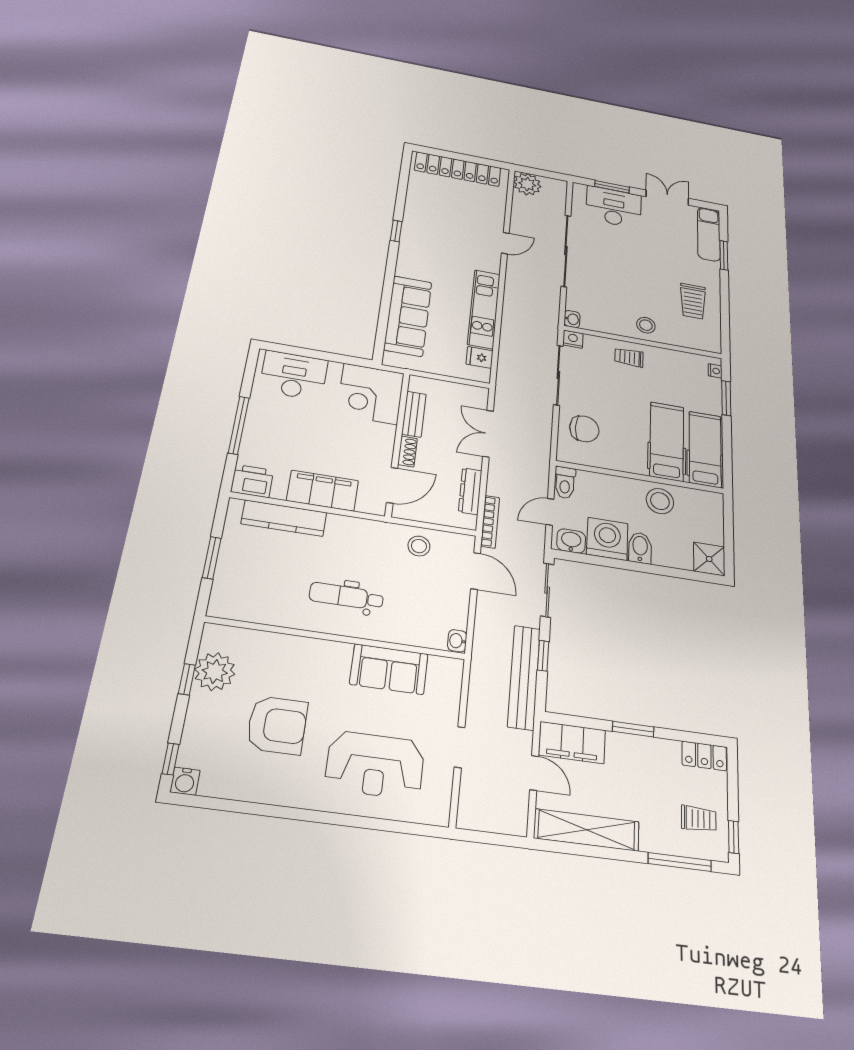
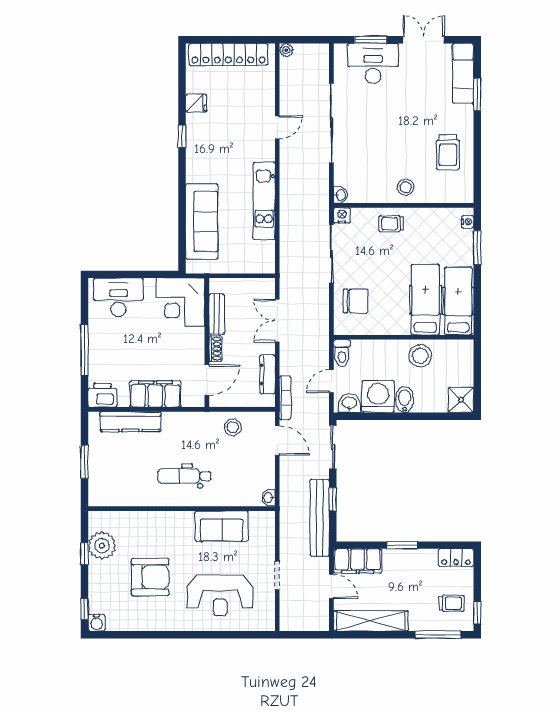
plant: (527, 184) -> (286, 50), width x0.53, depth x0.53
fridge: (480, 357) -> (196, 103), moved, turned 180

